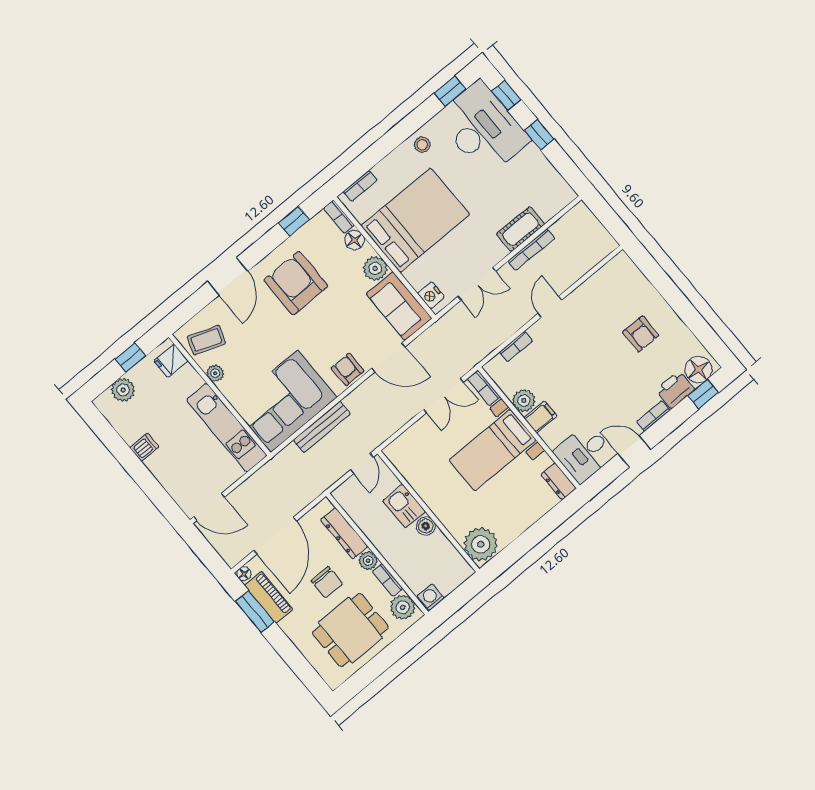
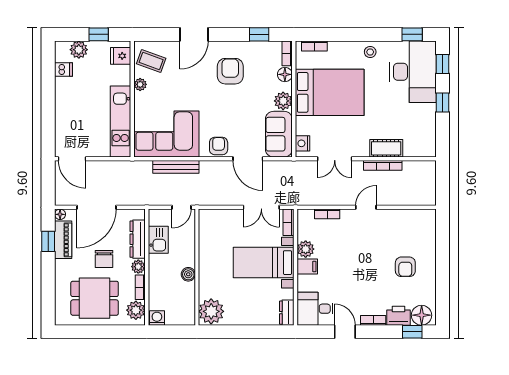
armchair: (296, 283) -> (230, 71), width x0.73, depth x0.73
dishwasher: (144, 447) -> (64, 70), moved
kitchen sink: (404, 506) -> (158, 240), moved, turned 180
window: (255, 611) -> (48, 241), width x0.67

